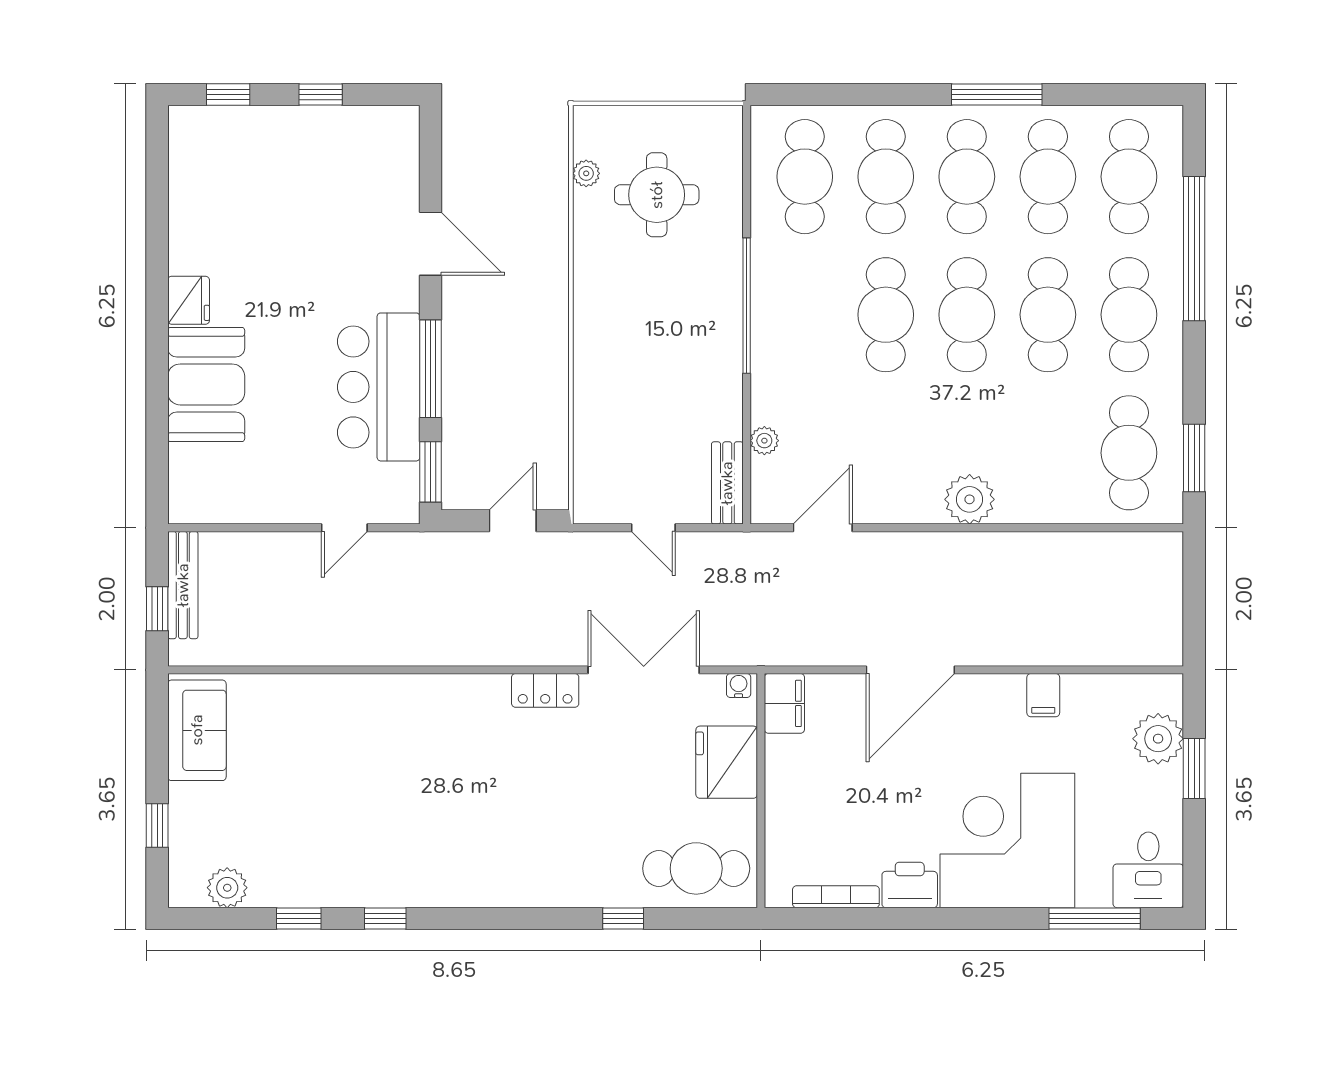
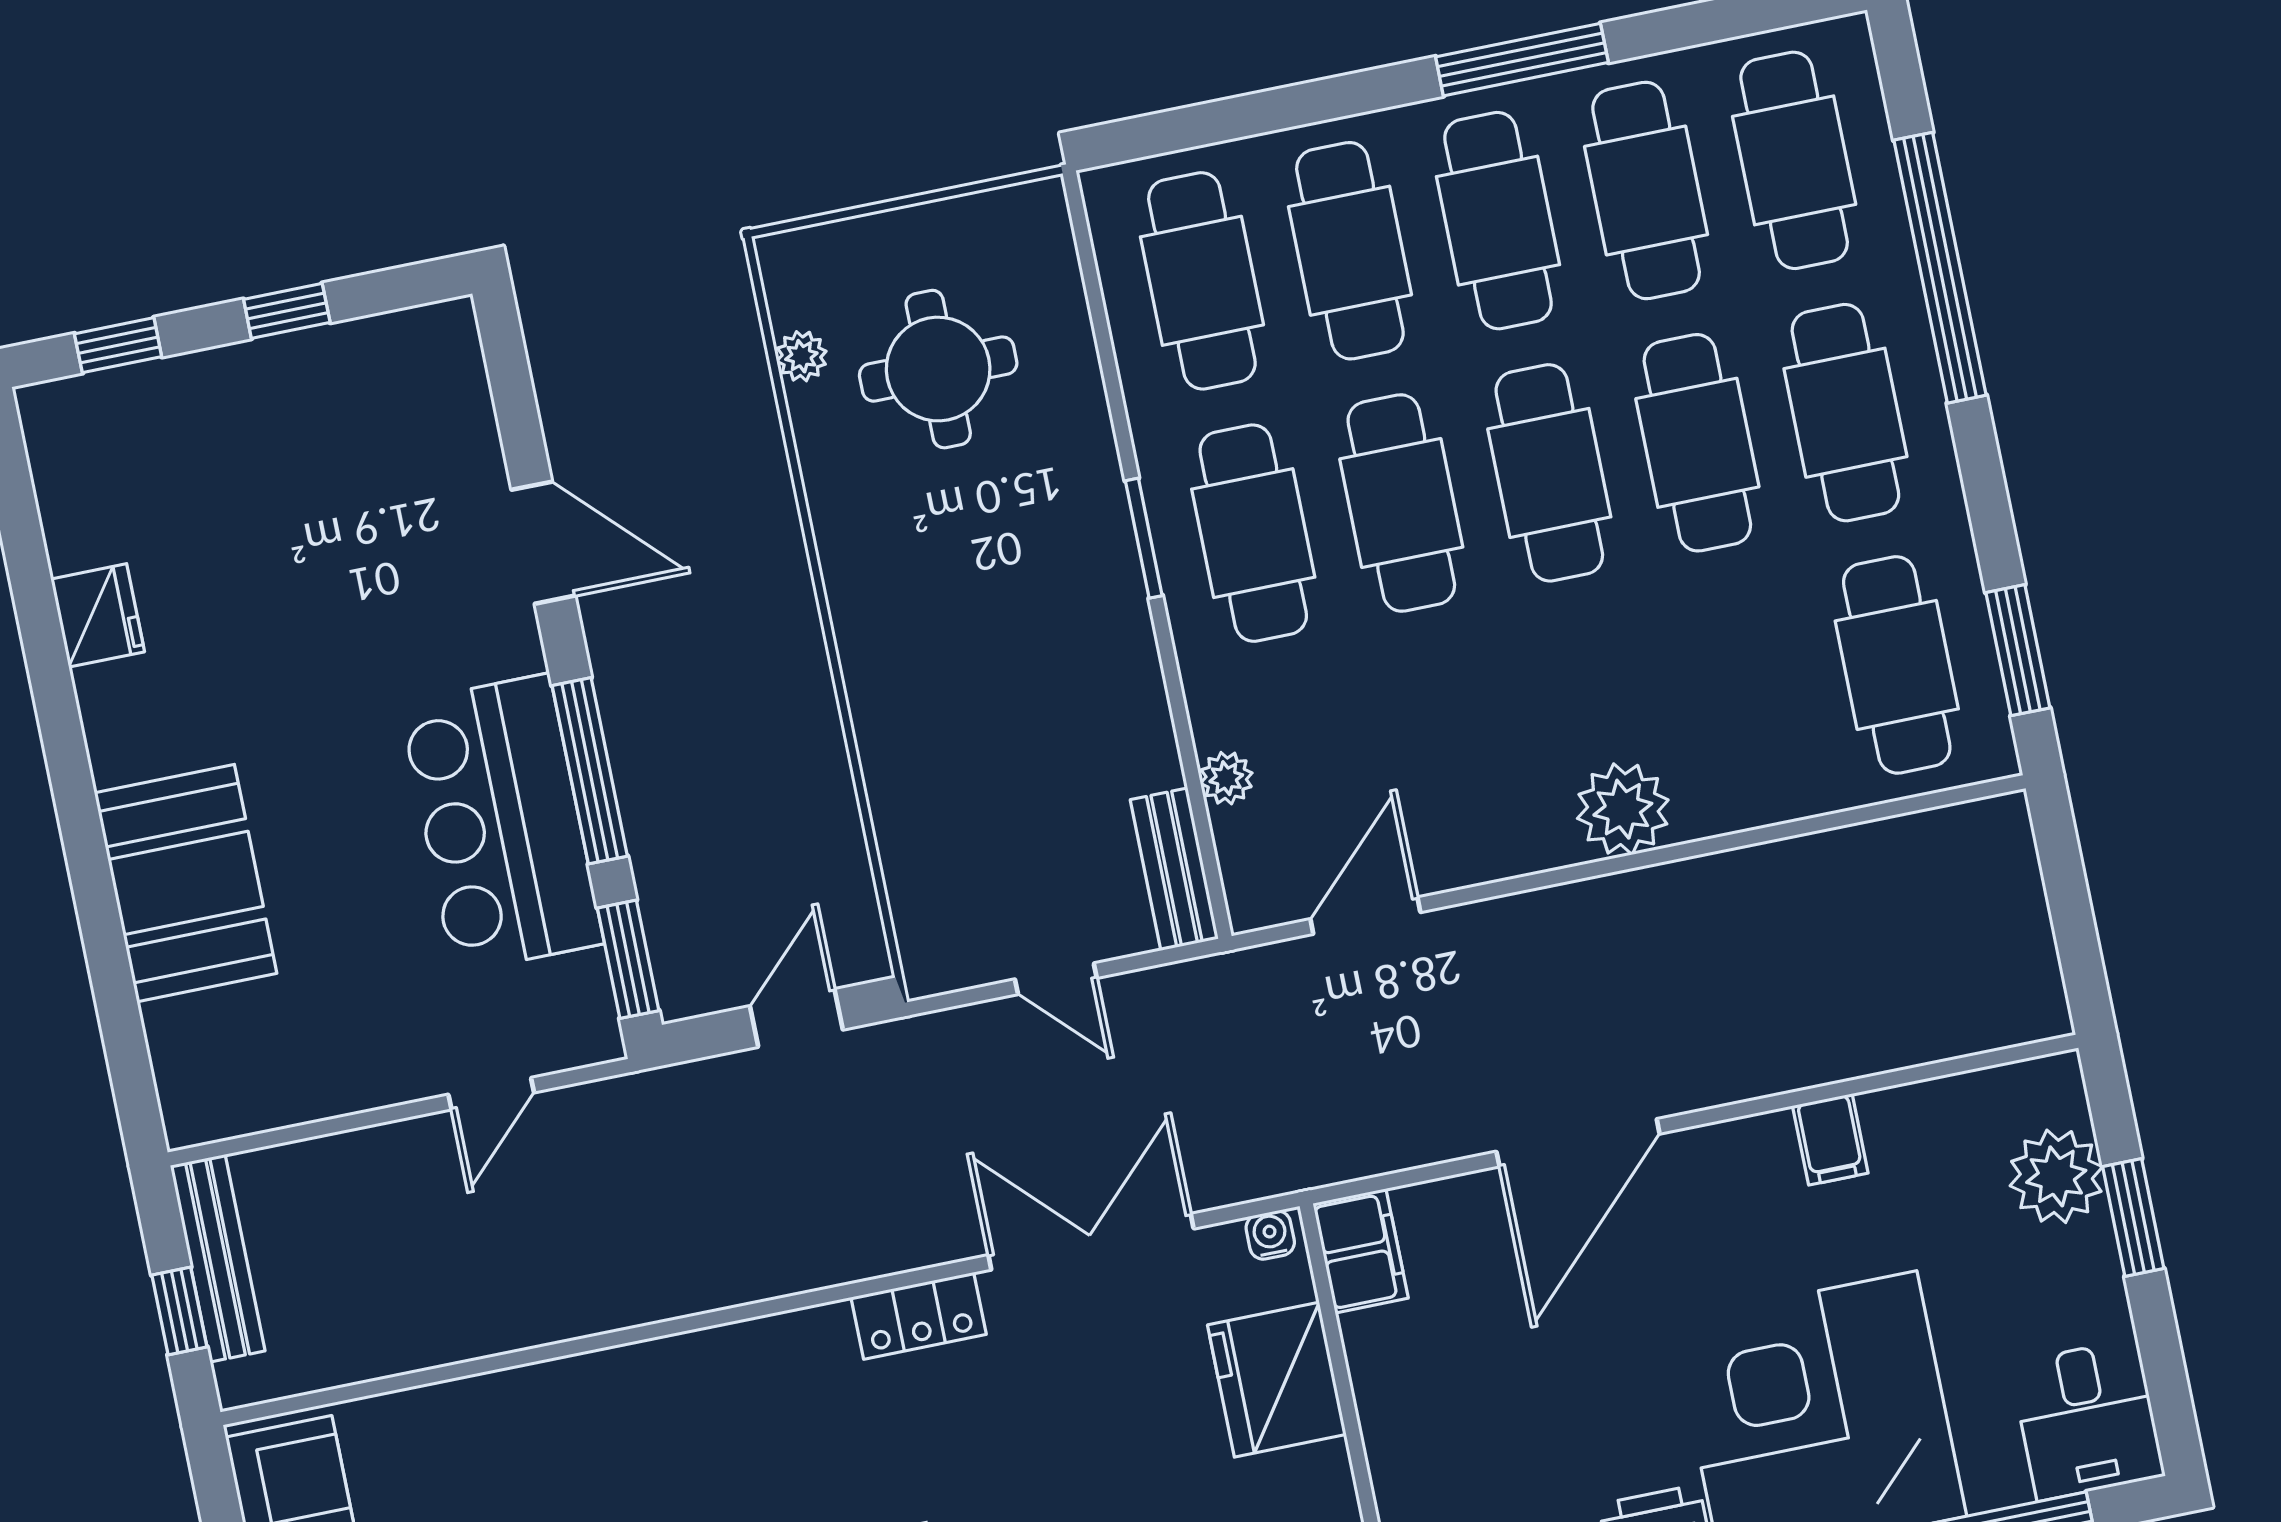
fridge: (189, 300) -> (98, 615), moved
window: (747, 306) -> (1144, 538), width x0.47
cafe table: (805, 315) -> (1253, 533), added

